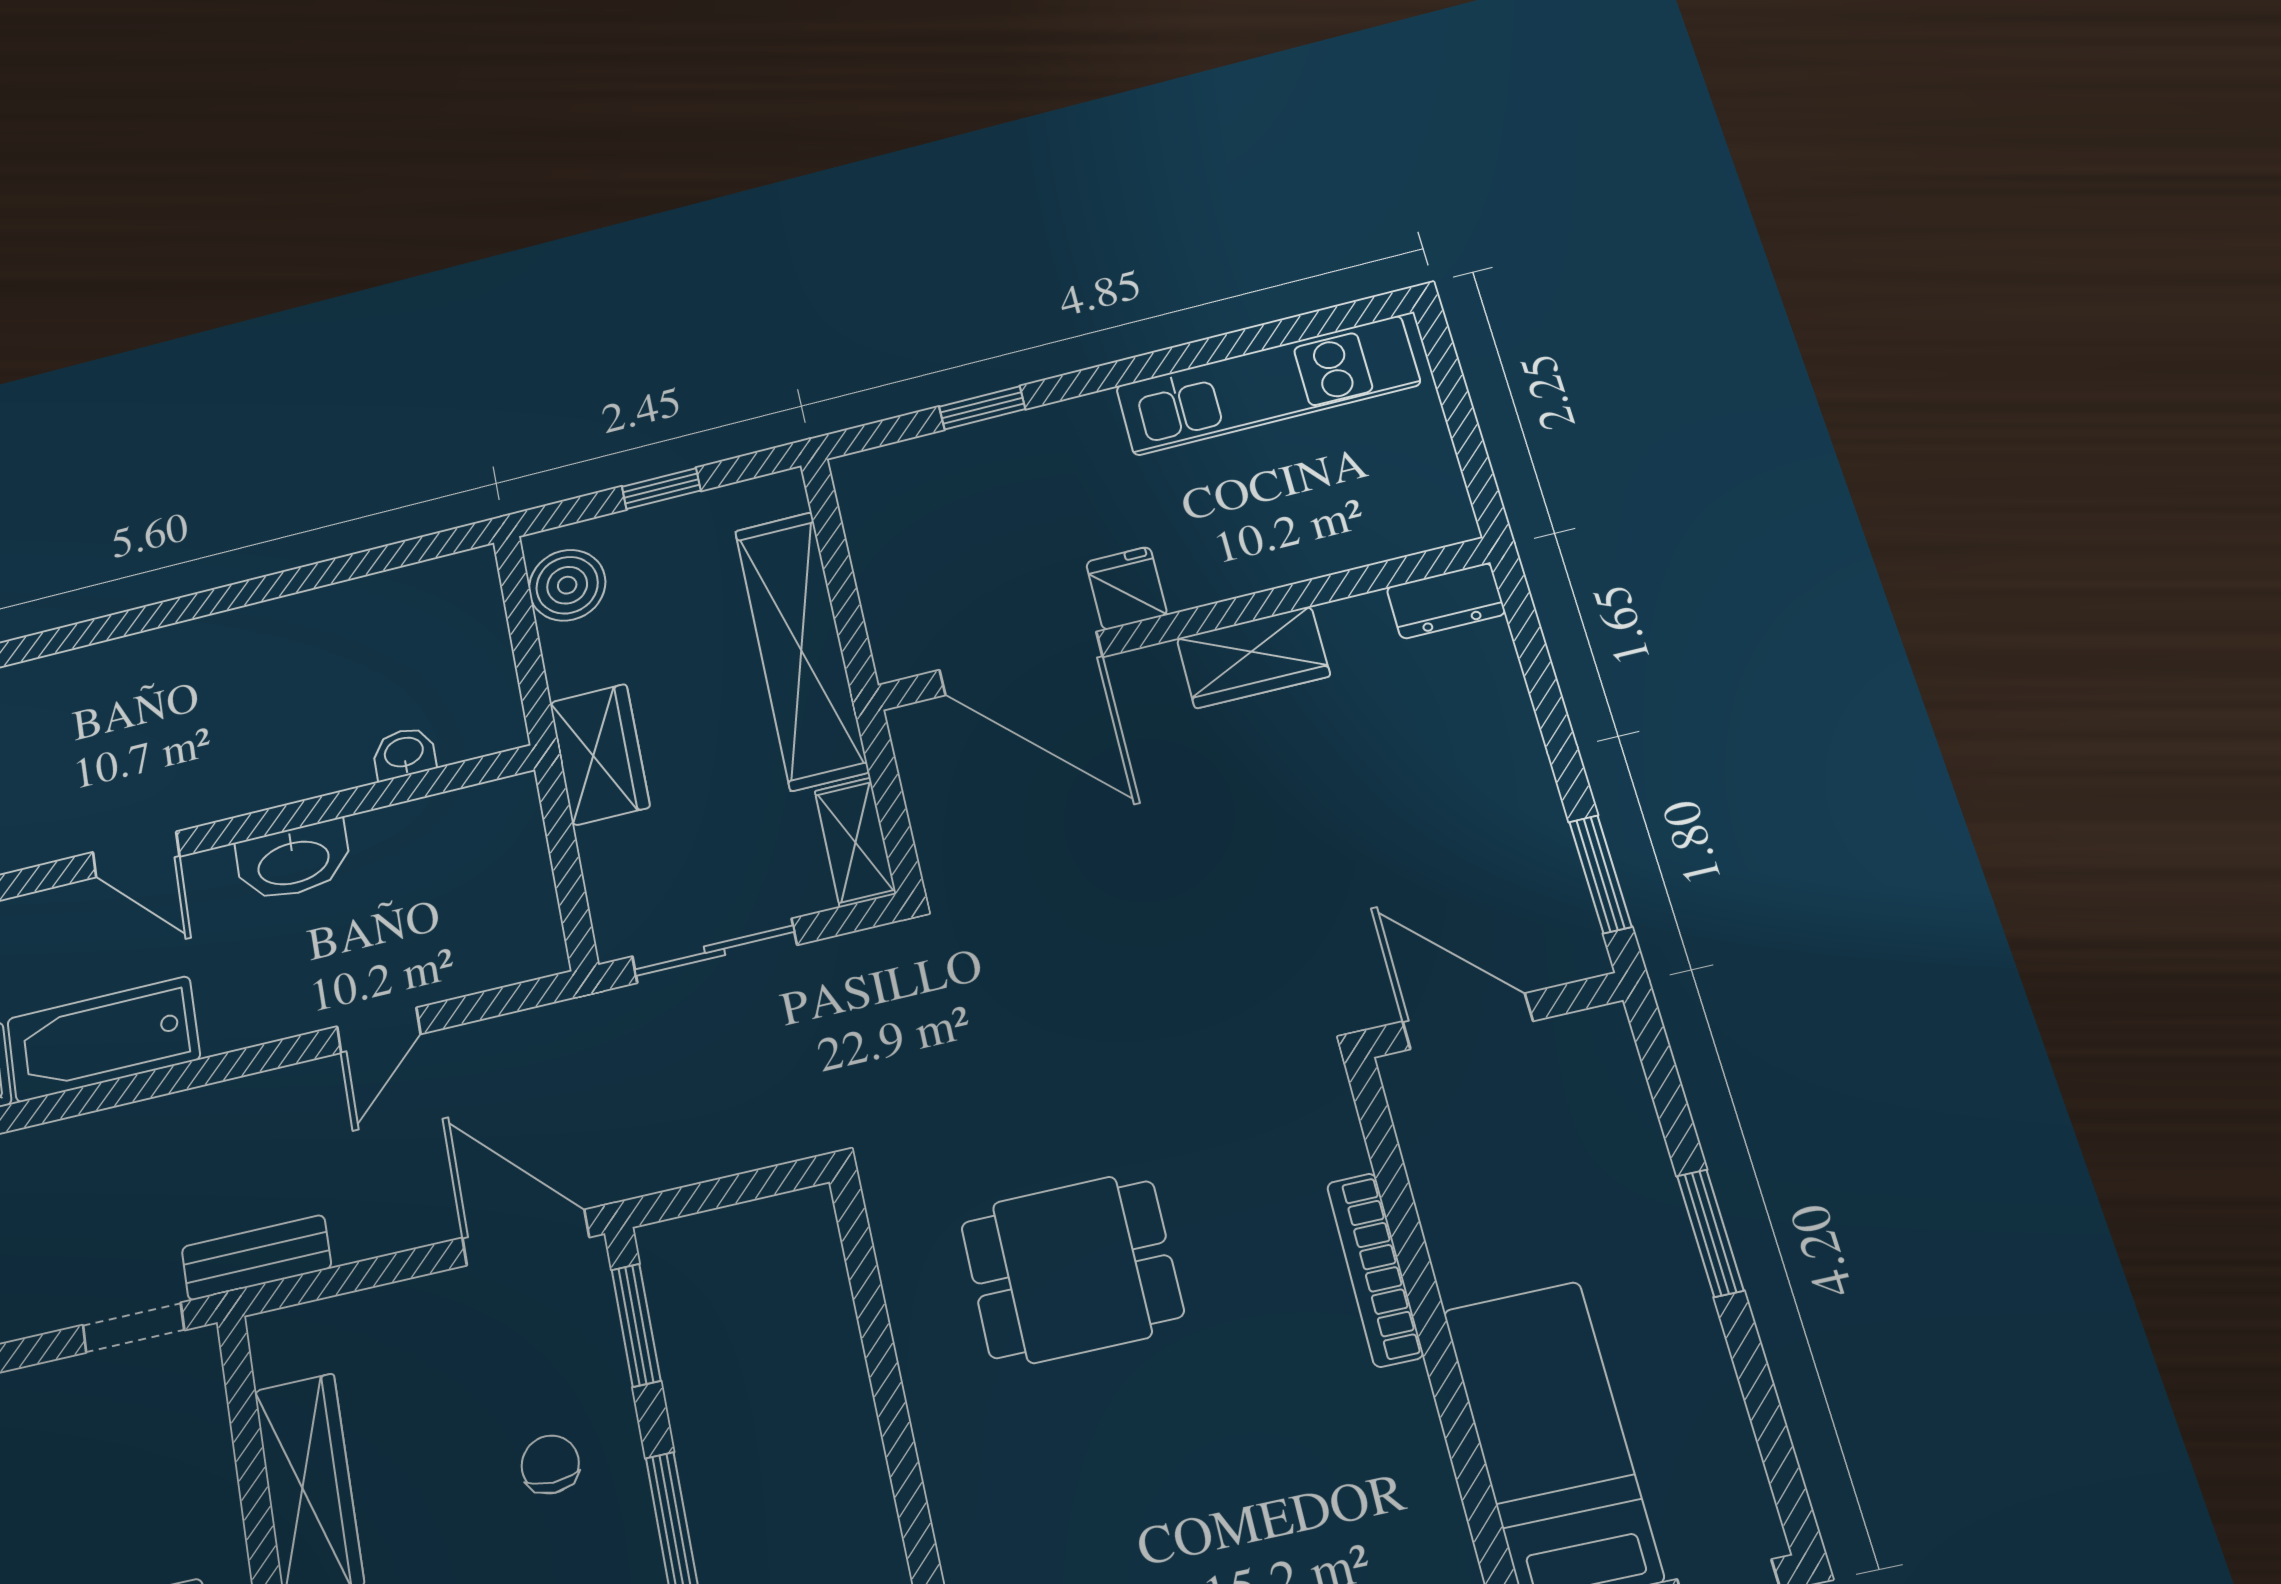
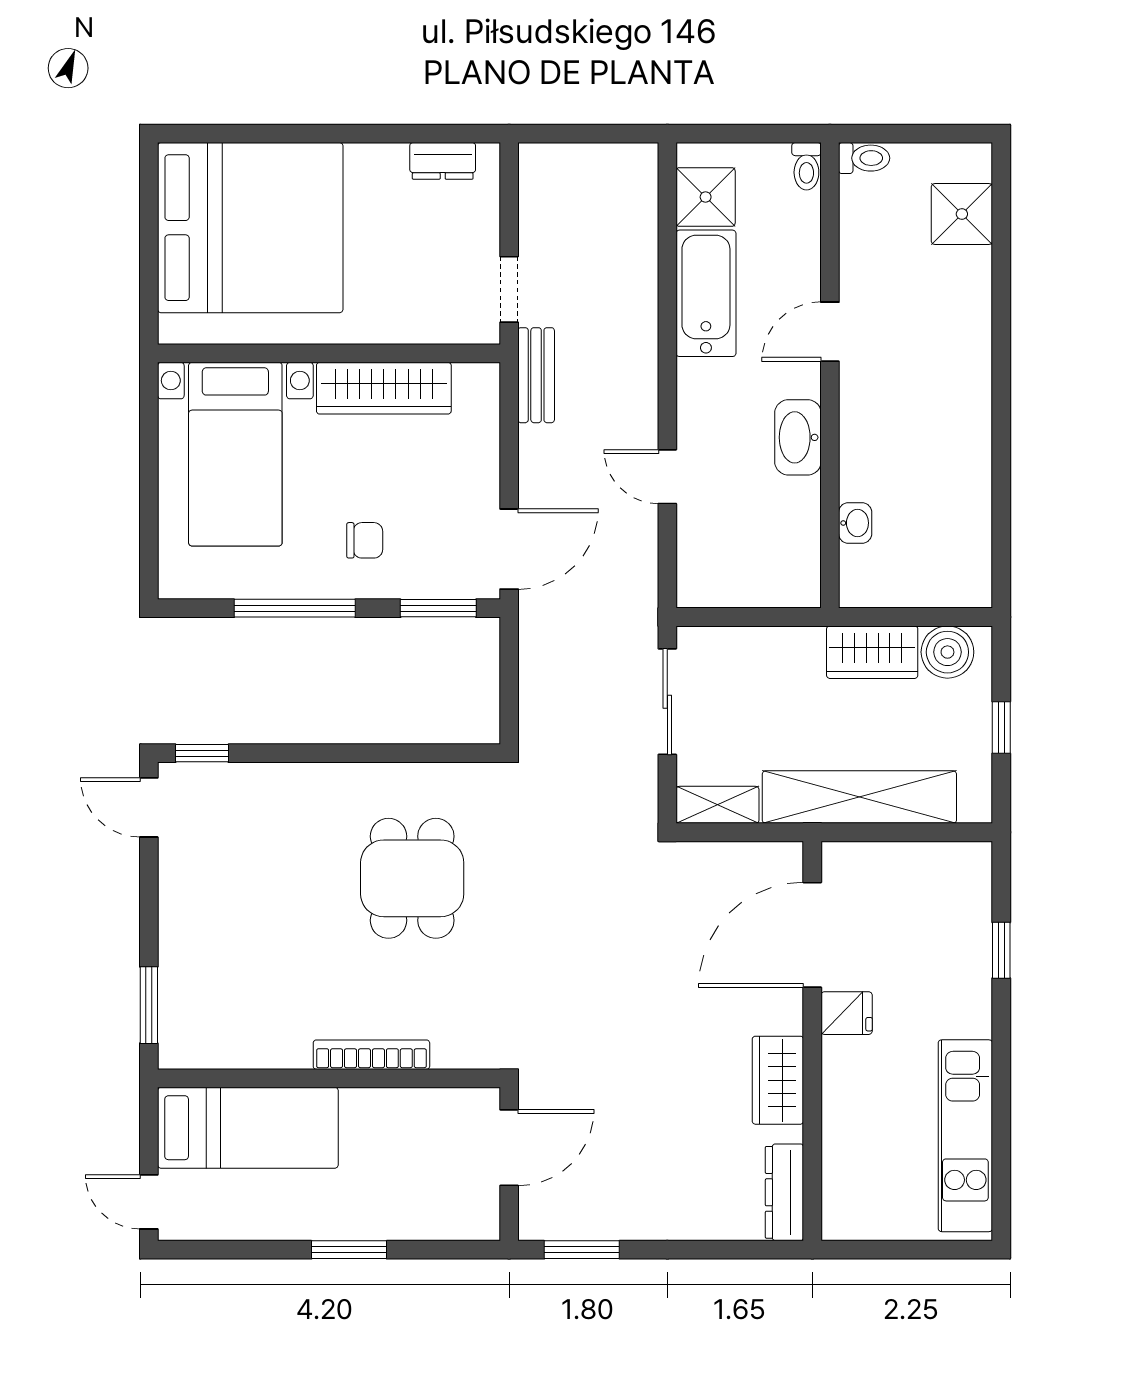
dresser: (1446, 601) -> (784, 1192), width x1.44
wardrobe: (600, 755) -> (872, 652), moved

